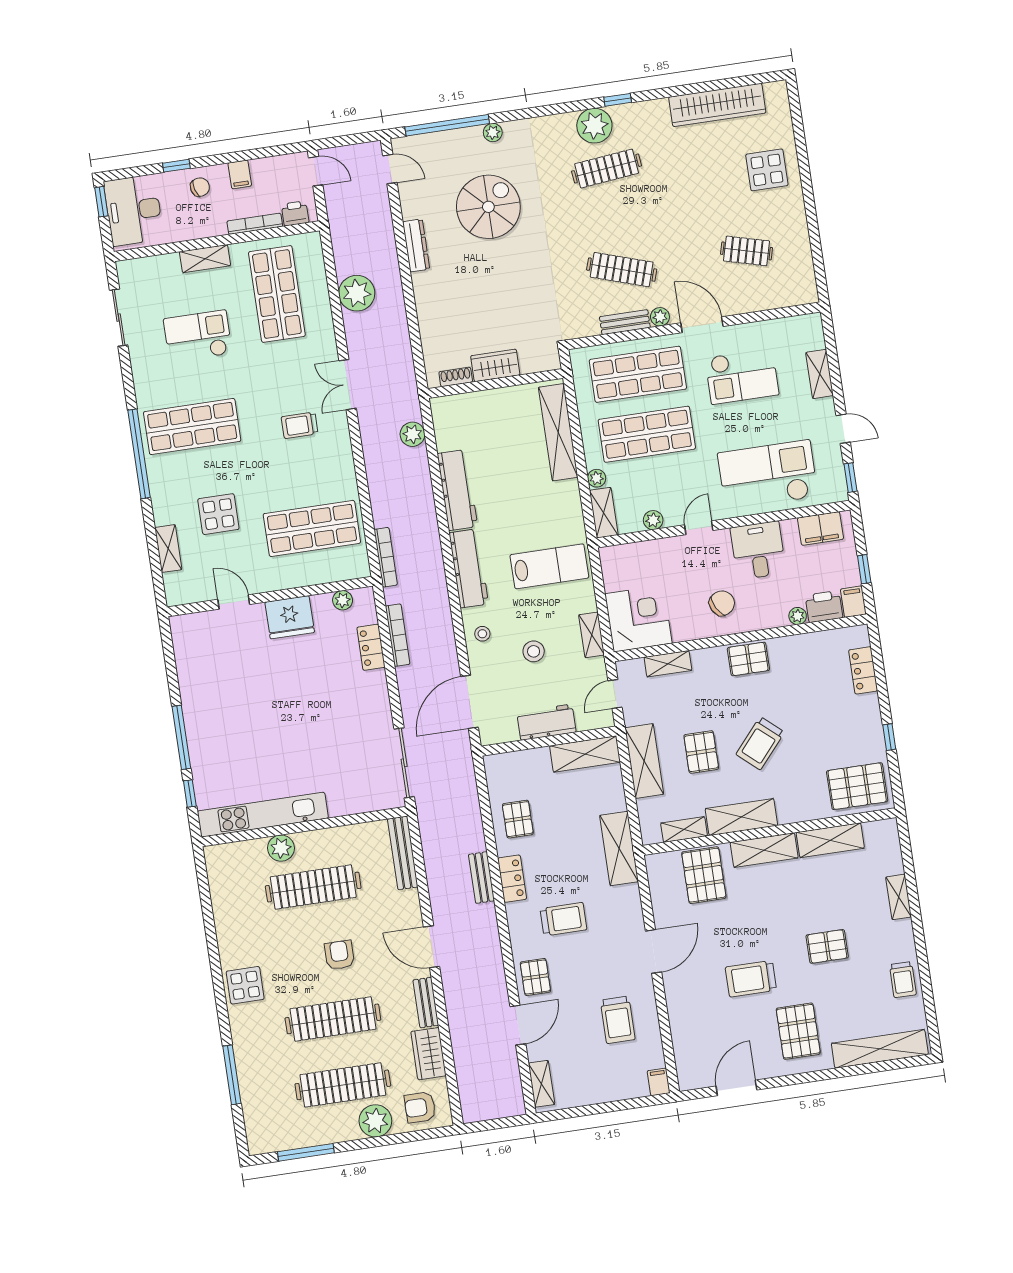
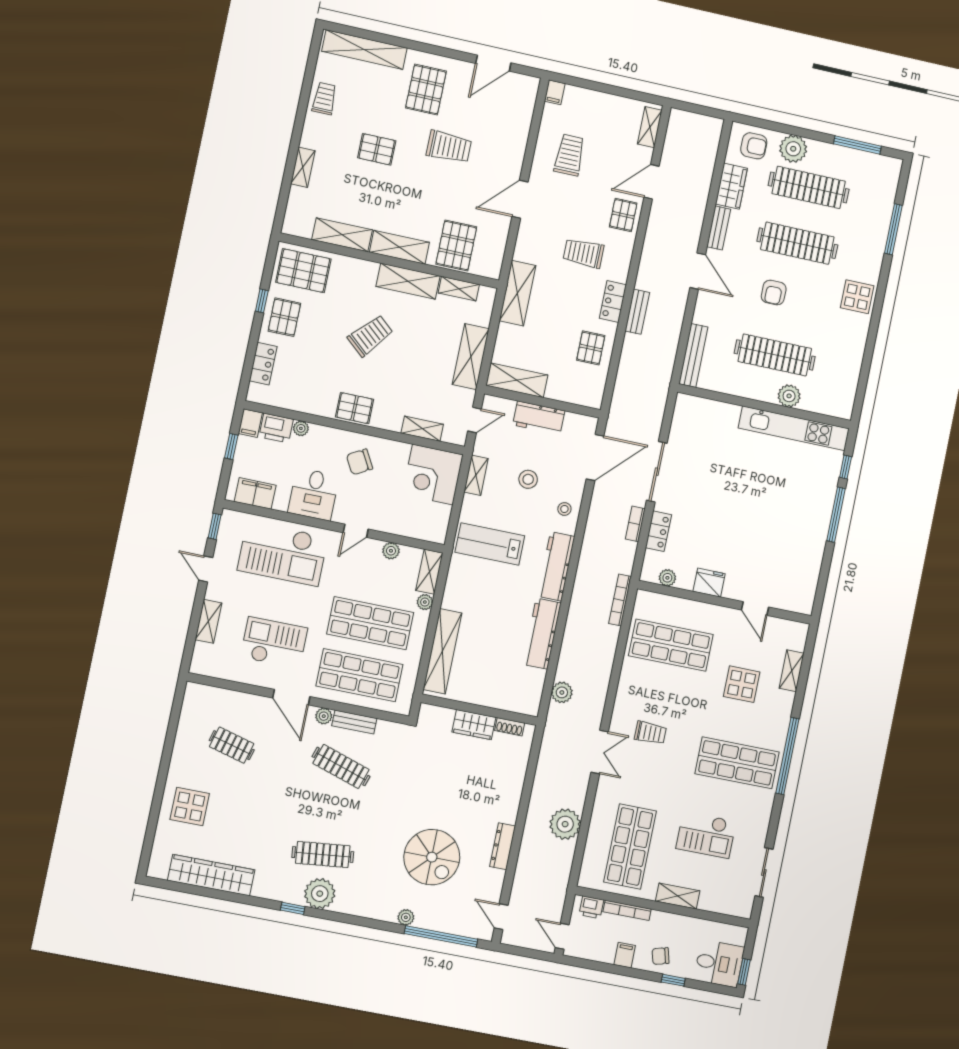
spiral stairs: (488, 207) -> (432, 857), turned -90
desk: (134, 210) -> (719, 964), width x0.73
fridge: (290, 617) -> (709, 583), width x0.73, depth x0.75
bookcase: (398, 635) -> (635, 524), width x0.64
pallet: (701, 752) -> (284, 317), moved
sliding door: (404, 763) -> (657, 472), moved

